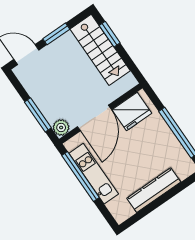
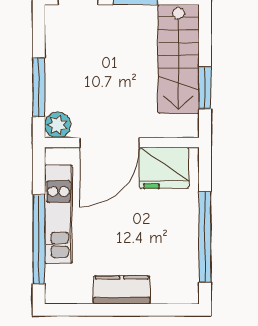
window: (110, 34) -> (205, 88), moved
window: (81, 176) -> (39, 239), moved
kitchen counter: (154, 190) -> (122, 290), width x0.67

